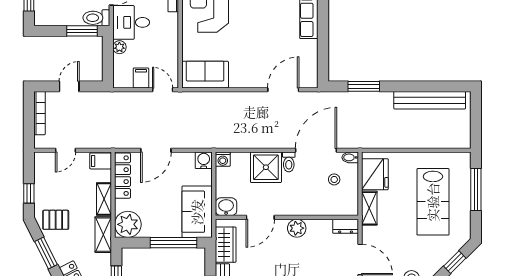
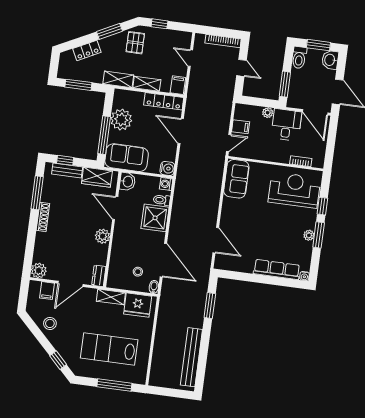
toilet: (96, 18) -> (299, 58), moved, turned 180
toilet: (289, 162) -> (162, 200), moved
plant: (128, 224) -> (121, 120), moved

